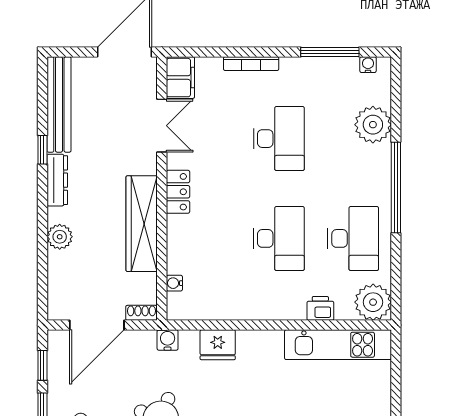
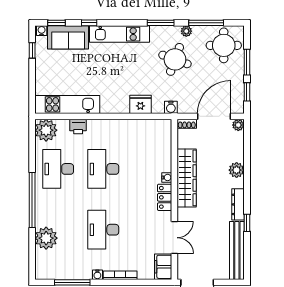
water cooler: (368, 65) -> (97, 275), moved
double door: (162, 126) -> (174, 238), swing flipped
water cooler: (174, 283) -> (167, 177), moved
plant: (57, 311) -> (238, 125), added

